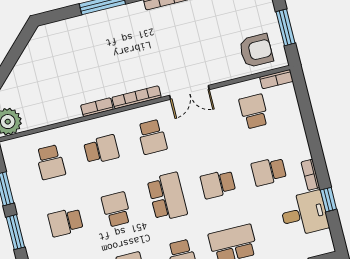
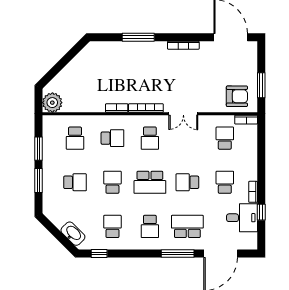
school desk: (269, 171) -> (225, 182), turned 90
school desk: (167, 197) -> (150, 182), turned 90
school desk: (65, 222) -> (75, 182), turned 180

